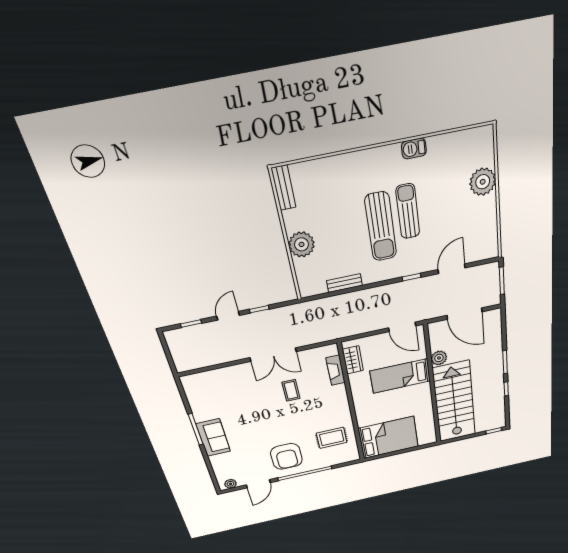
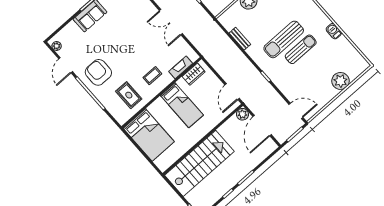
door: (452, 269) -> (296, 111), moved
plant: (439, 358) -> (242, 114), moved
bed: (400, 376) -> (182, 105), moved, turned 180
coffee table: (291, 390) -> (152, 76), moved
armchair: (286, 456) -> (98, 72), turned 90
door: (258, 484) -> (66, 65), hinge flipped

